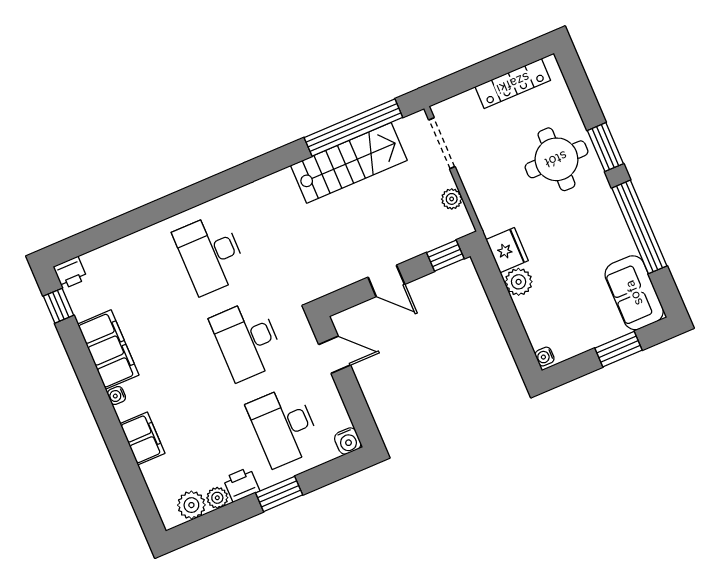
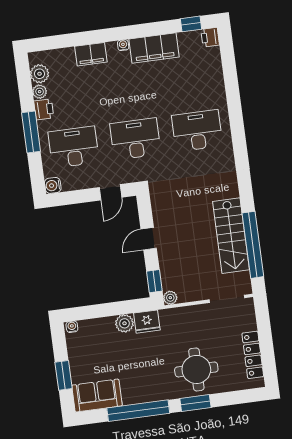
plant: (452, 199) -> (170, 298), moved
window: (279, 494) -> (31, 132), width x1.44

